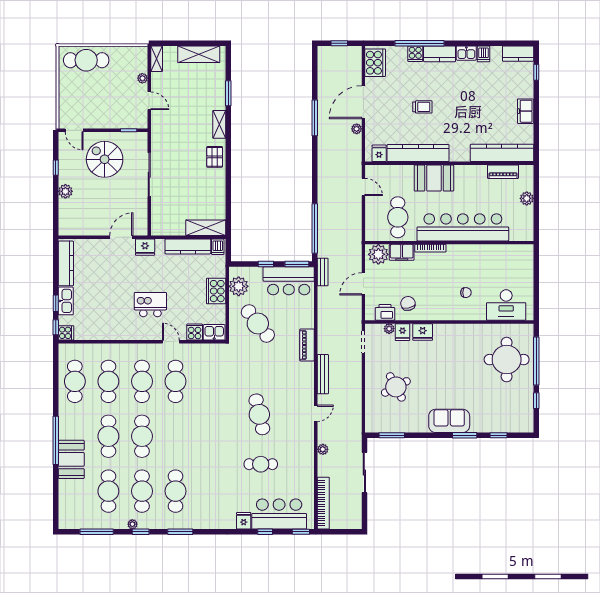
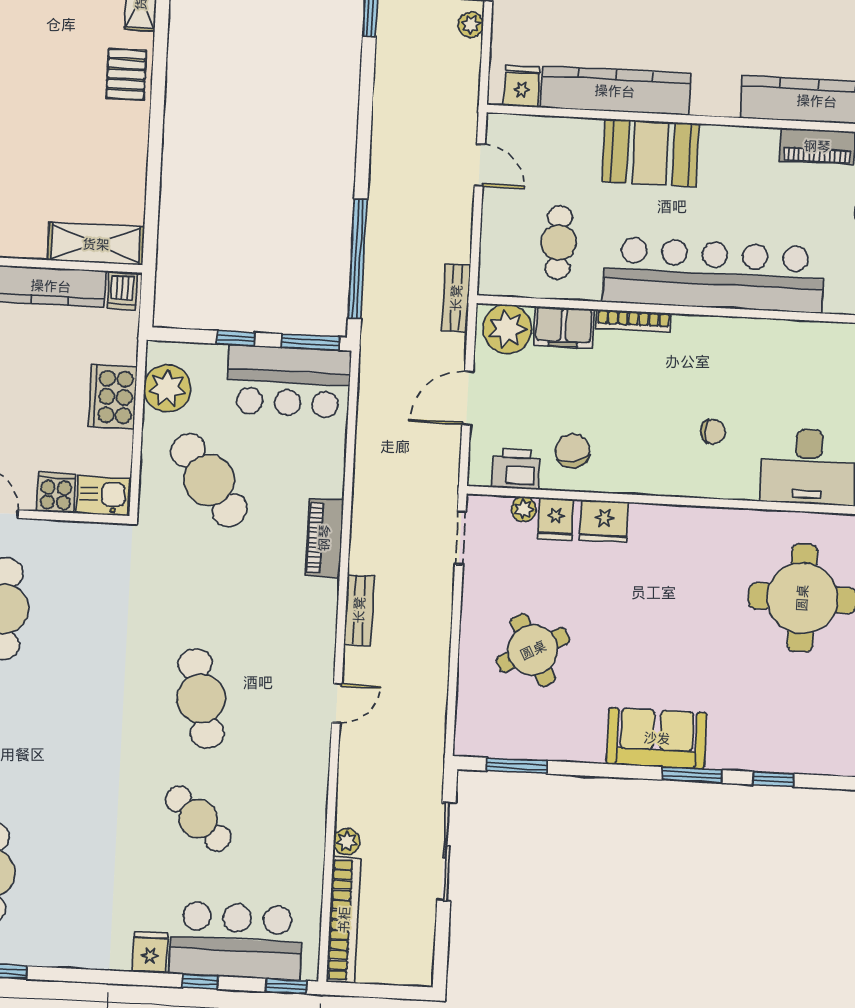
cafe table: (398, 217) -> (559, 242), width x0.73, depth x0.74
bench: (323, 272) -> (456, 298), moved
bench: (323, 374) -> (359, 610), width x0.73
plant: (323, 449) -> (347, 842), moved
cafe table: (261, 464) -> (198, 819), turned 42

